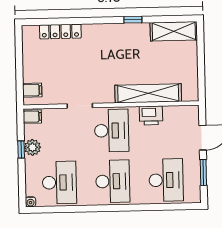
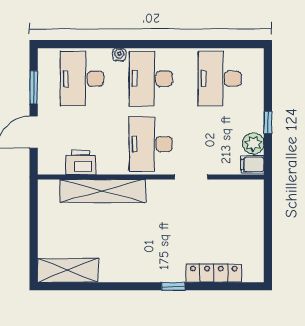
window: (133, 20) -> (173, 286), moved
filing cabinet: (32, 90) -> (252, 198), removed
printer: (151, 115) -> (81, 162), moved
plant: (32, 147) -> (253, 143), moved
water cooler: (30, 202) -> (119, 55), moved

